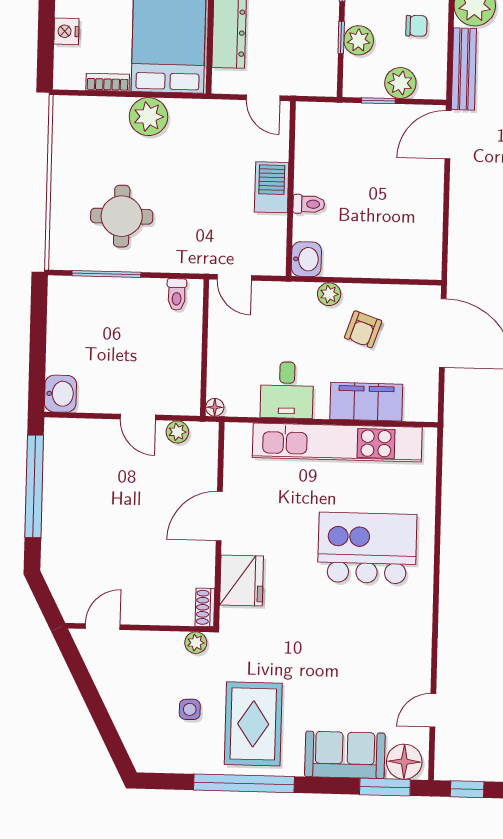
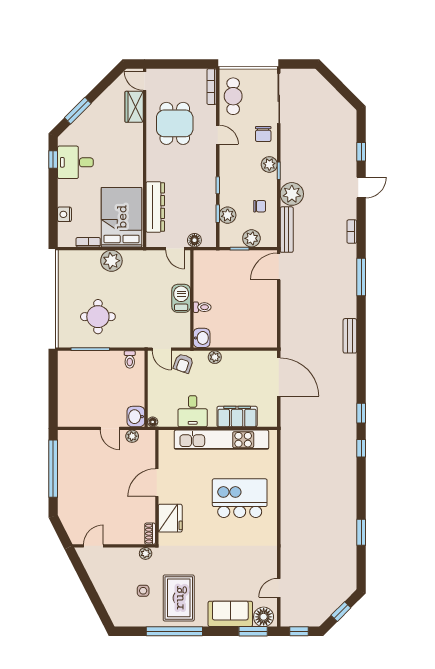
floor lamp: (298, 84) -> (194, 240), added
armchair: (363, 329) -> (183, 363), moved
washbasin: (61, 394) -> (136, 417), moved, turned 180

